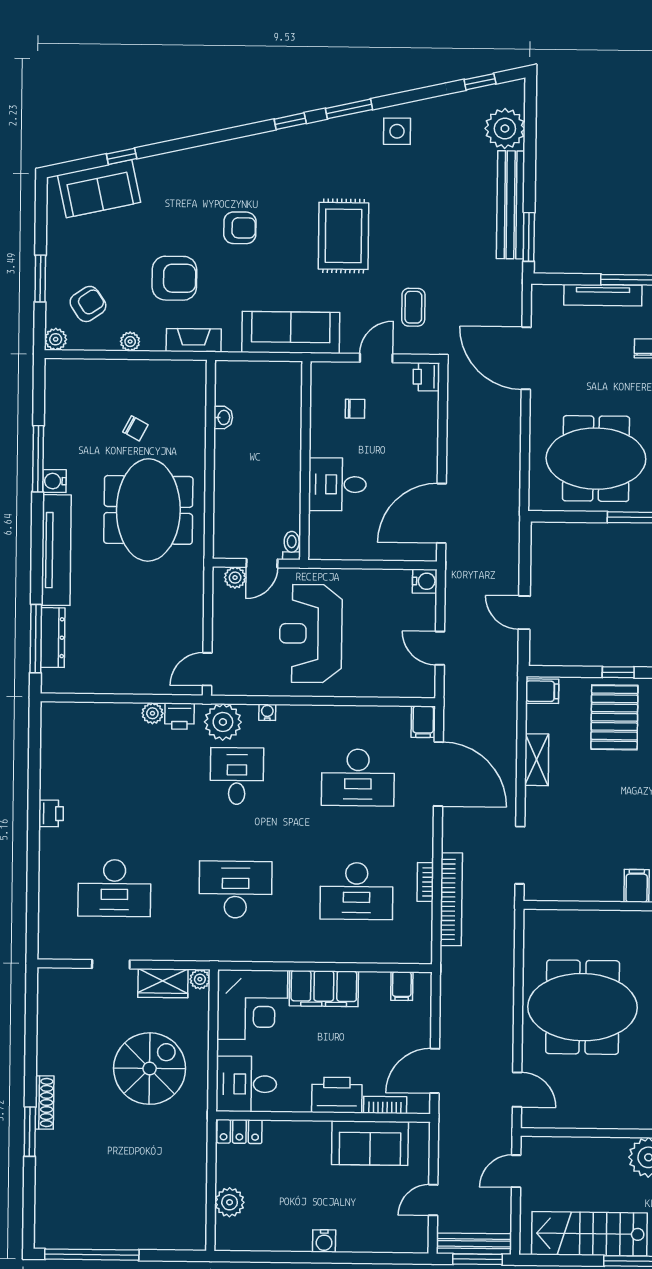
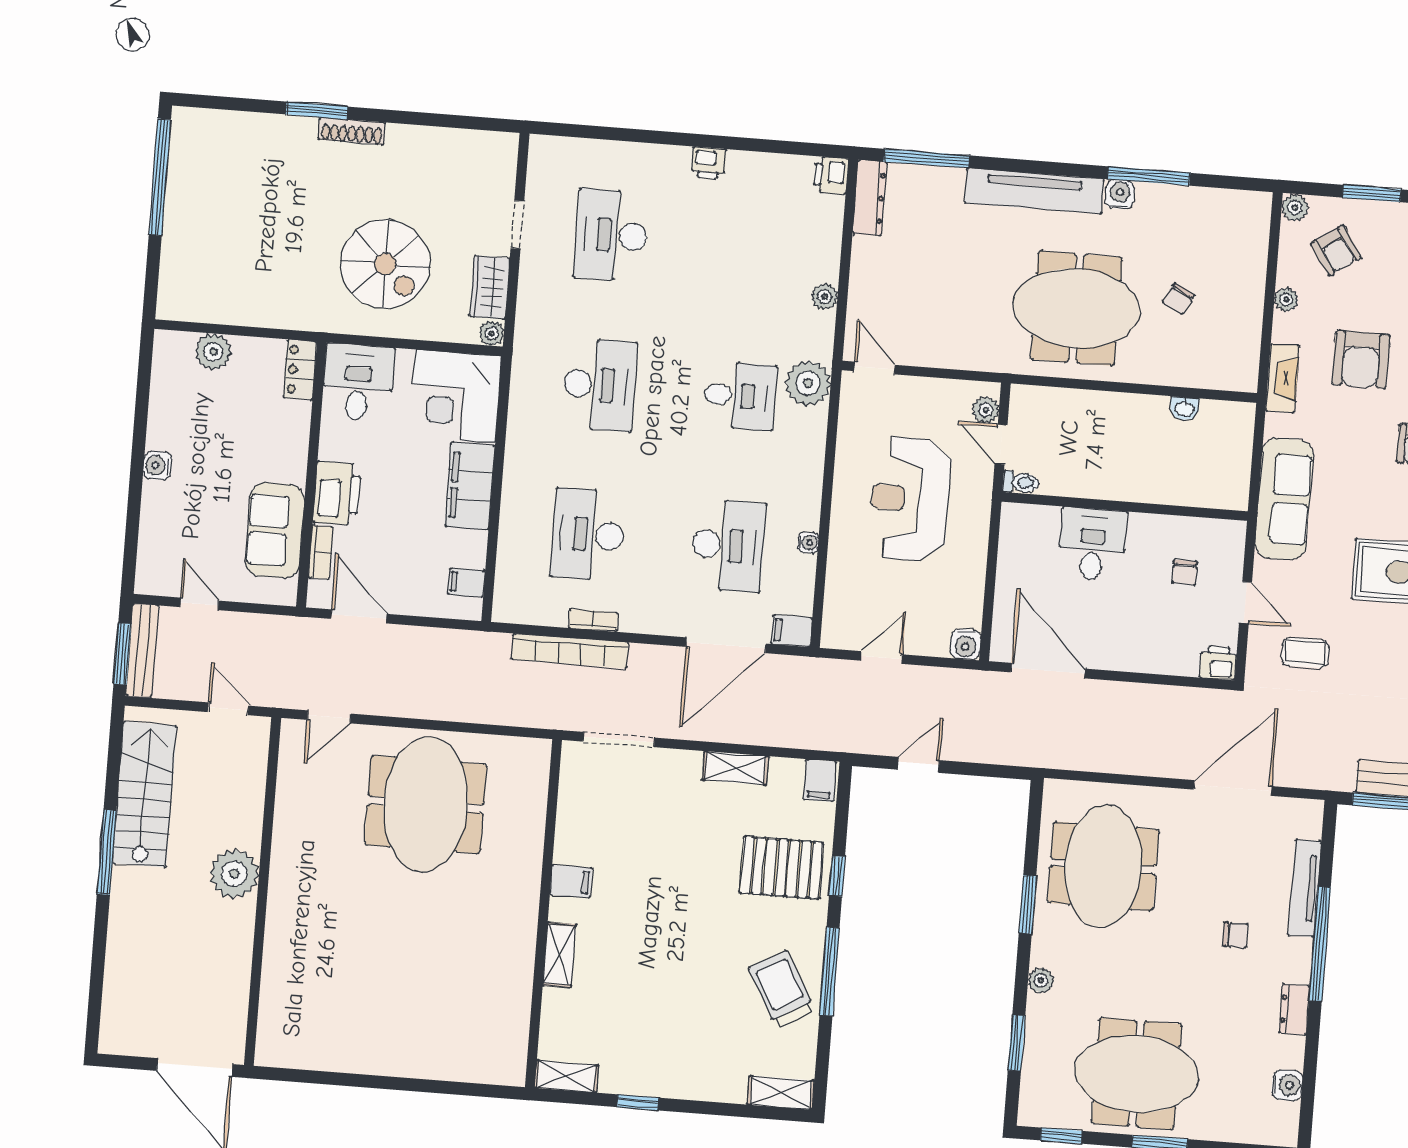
reception desk: (311, 634) -> (910, 499), turned -90
dresser: (53, 638) -> (870, 198), moved, turned -90
water cooler: (267, 712) -> (808, 542), moved
printer: (179, 716) -> (831, 175), moved
desk: (358, 778) -> (728, 546), turned 180

